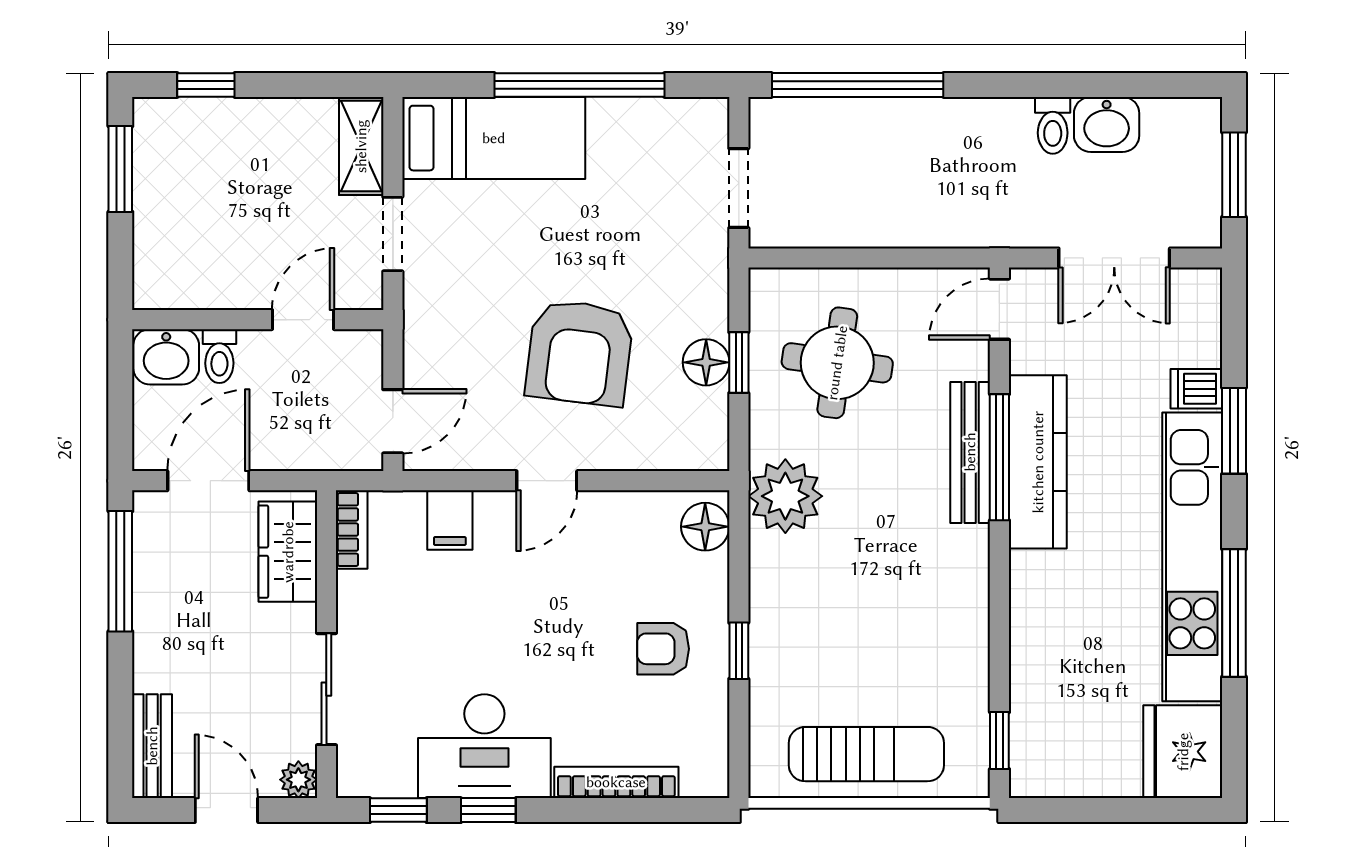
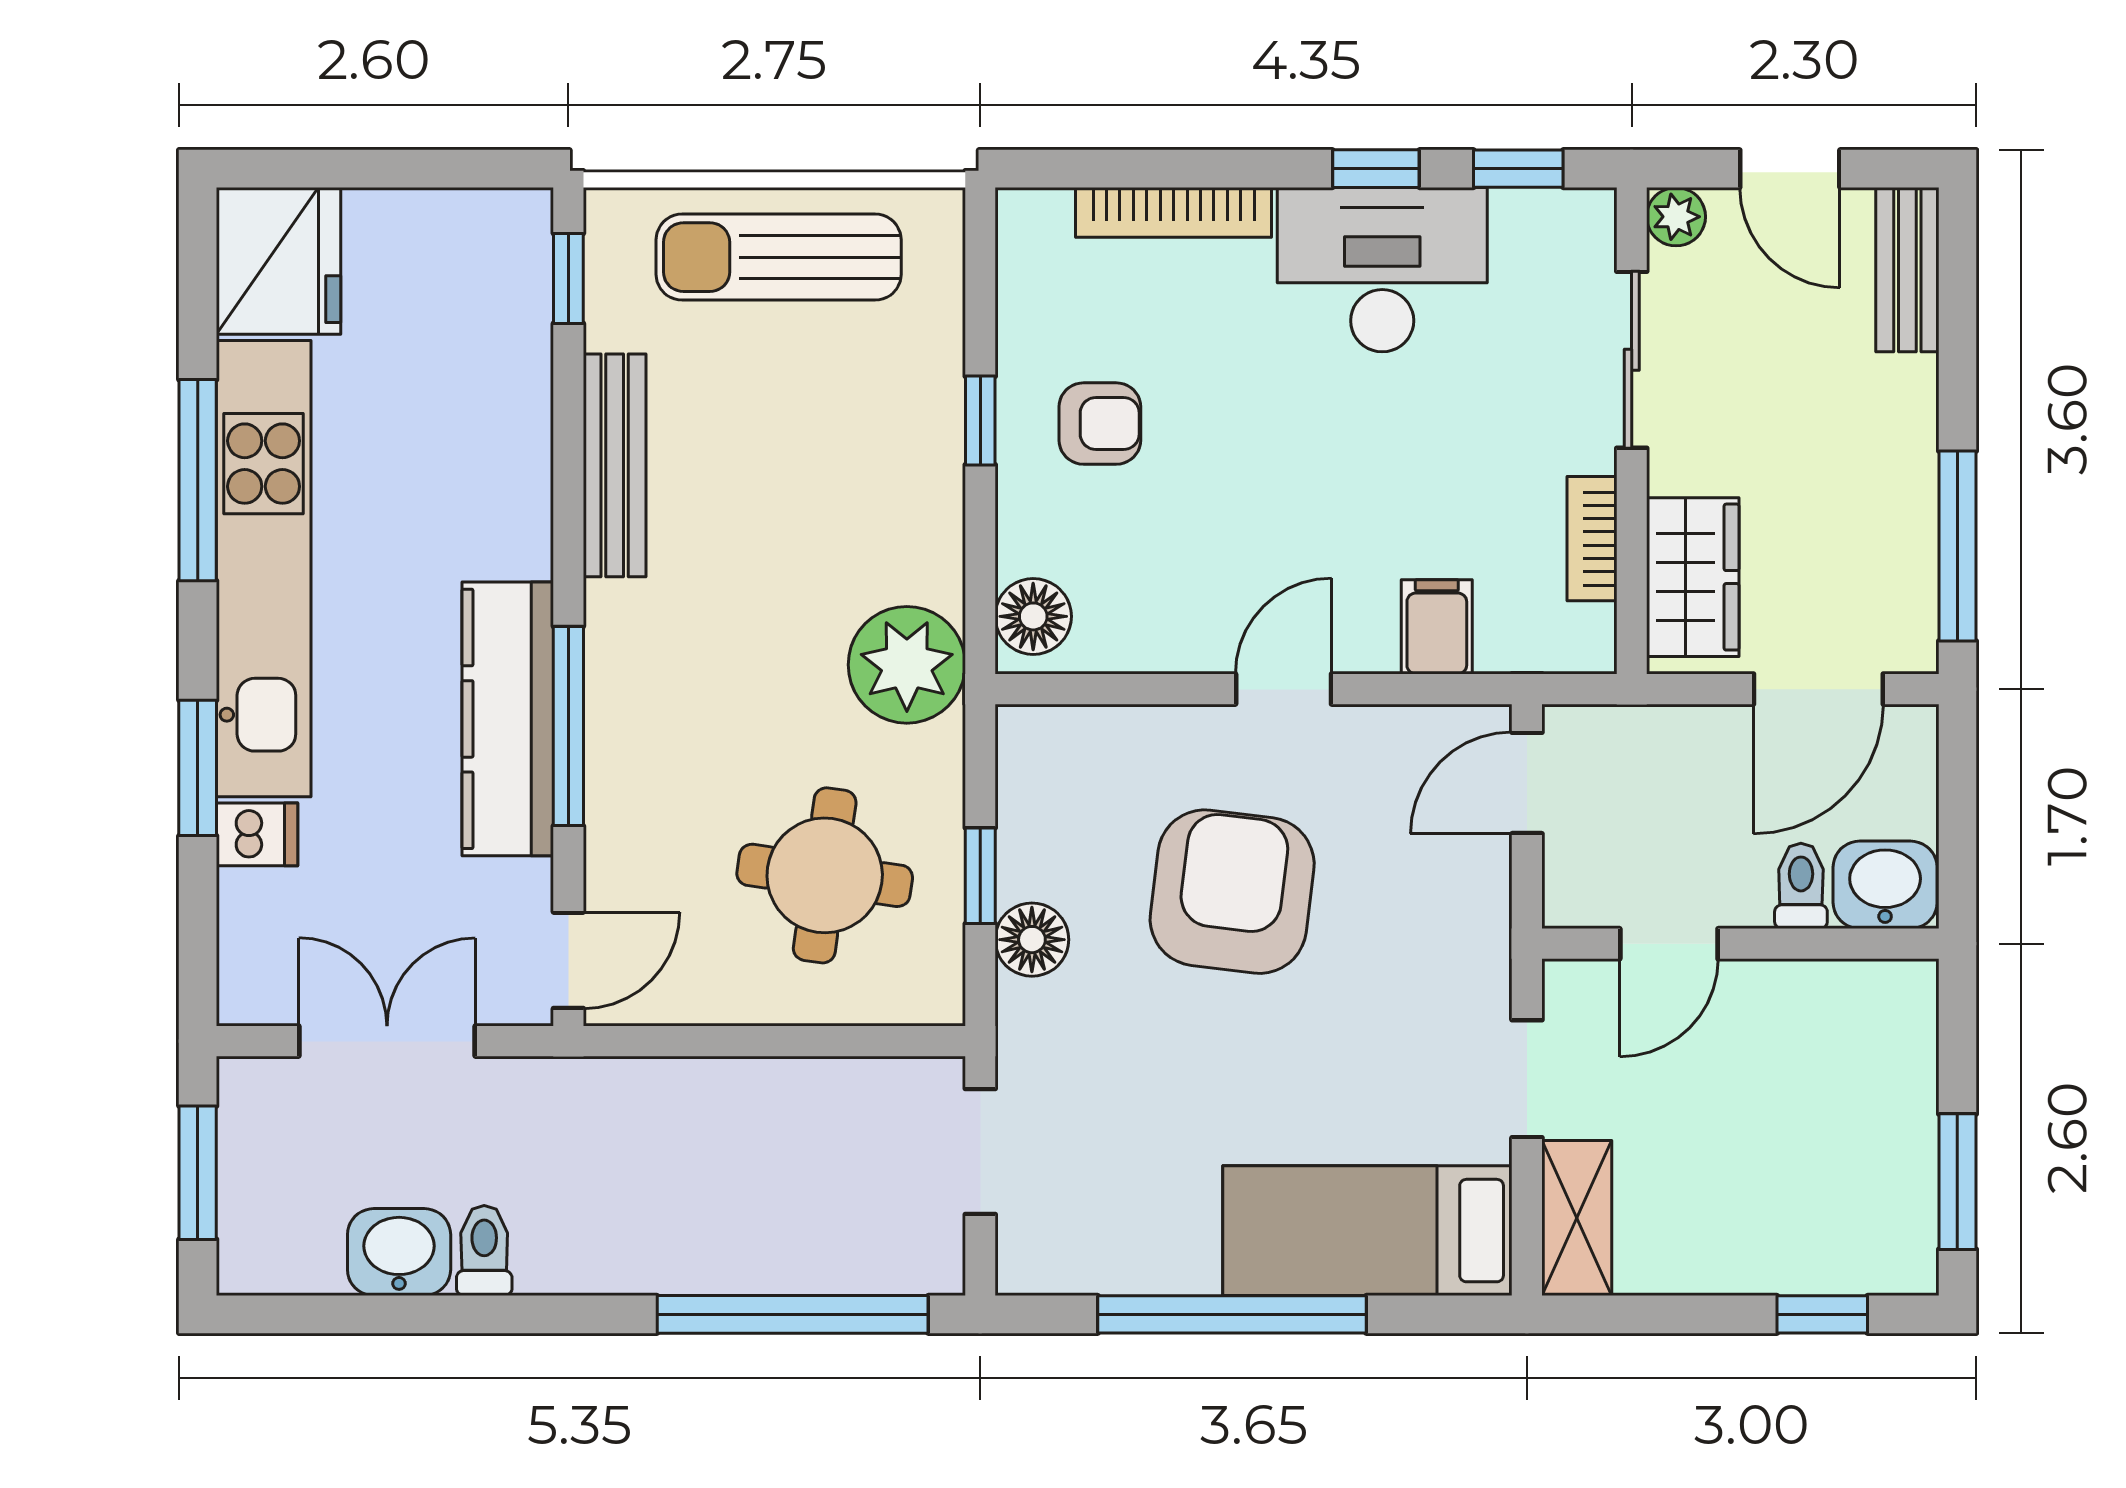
floor lamp: (706, 362) -> (1032, 940), moved
bench: (970, 452) -> (615, 465), moved
bookcase: (352, 530) -> (1592, 539), moved

